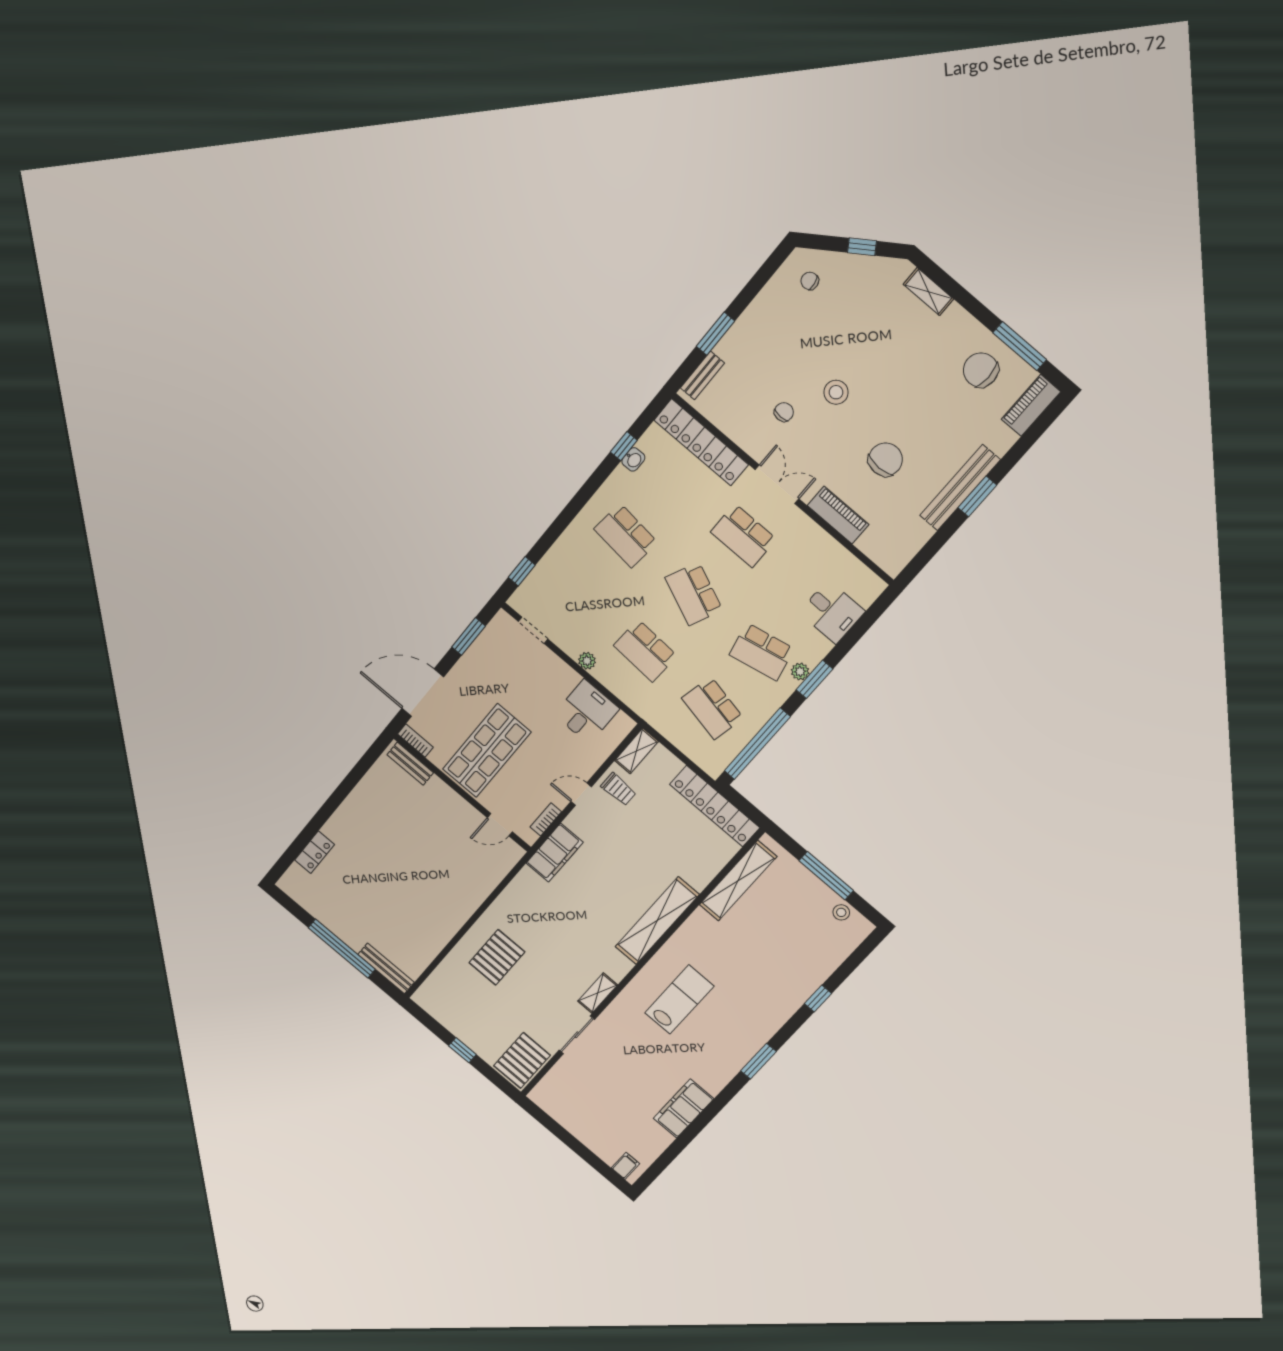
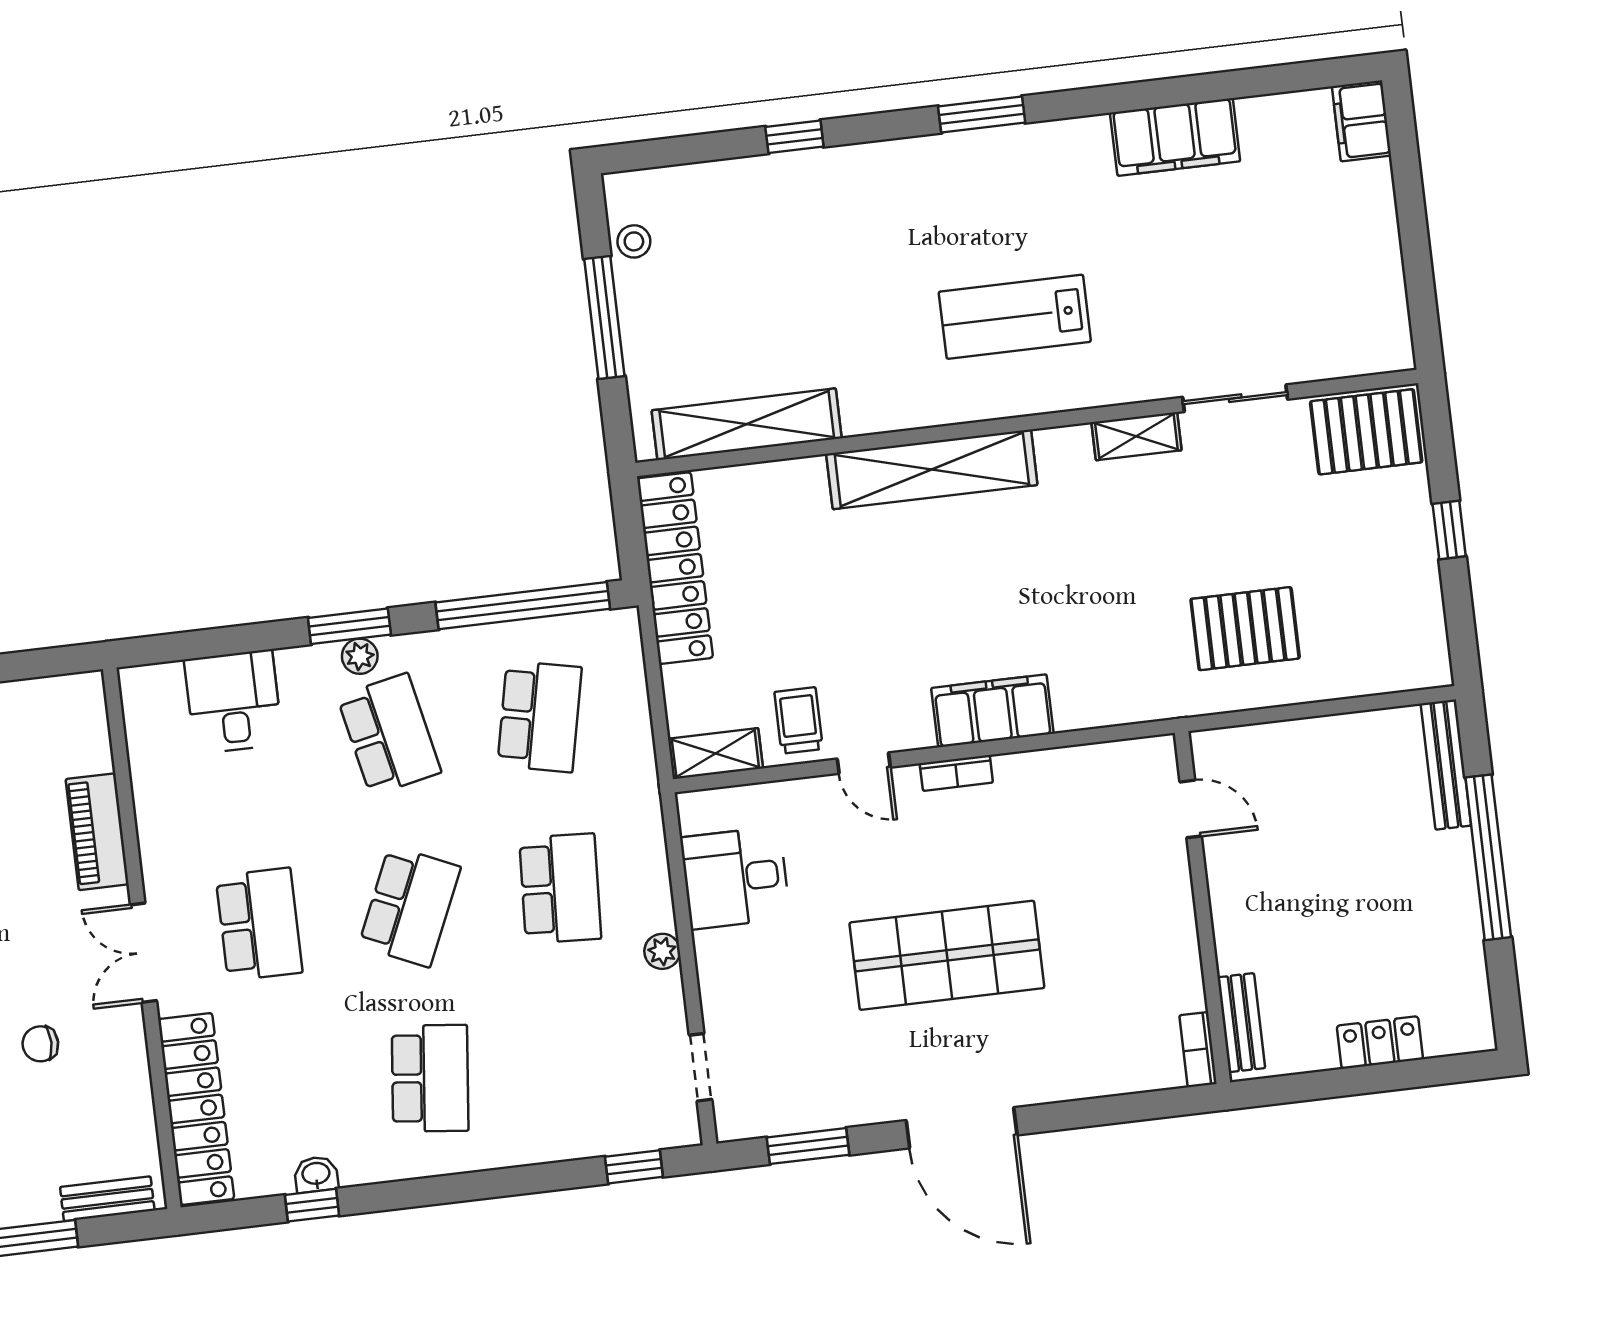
bookcase: (415, 741) -> (1198, 1050), moved
bench: (410, 764) -> (1241, 1023), moved
wall: (462, 793) -> (1202, 908), moved
door: (500, 825) -> (1191, 809), moved
filing cabinet: (625, 1166) -> (1362, 121), width x2.00

